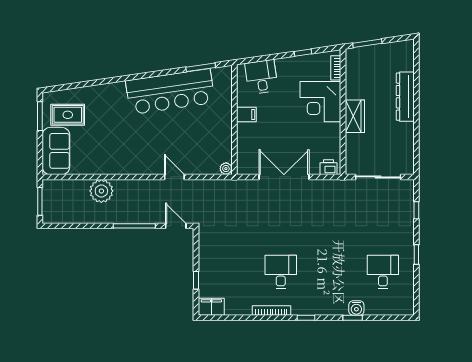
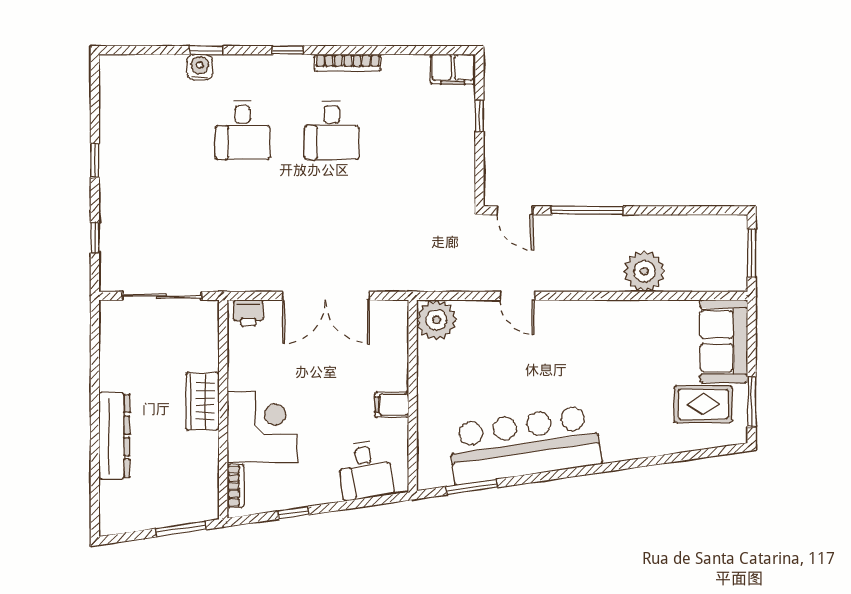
plant: (226, 169) -> (437, 320), width x1.88, depth x1.88
desk: (383, 272) -> (243, 130), moved

